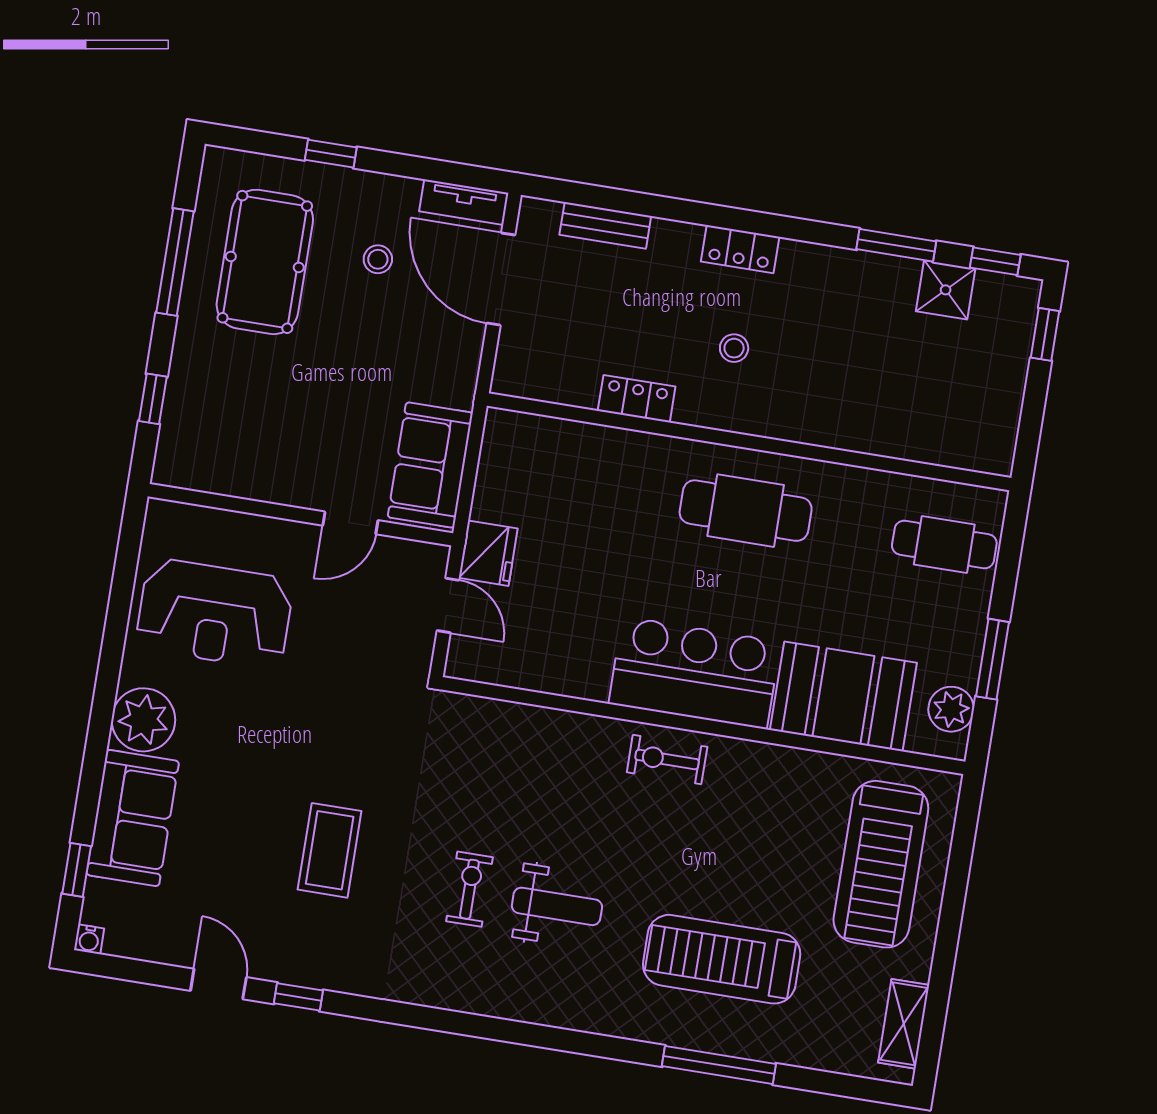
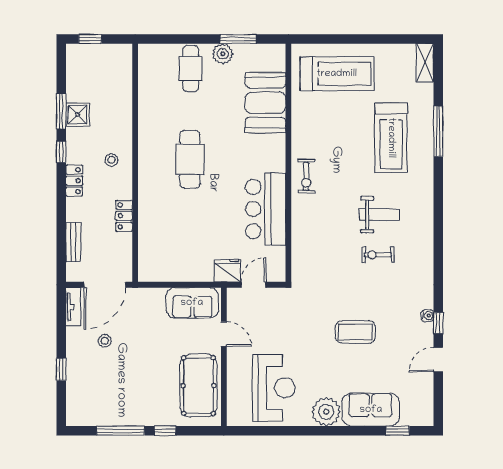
window: (995, 261) -> (61, 152), moved
pool table: (265, 262) -> (198, 386), moved, turned 90
shower: (946, 290) -> (77, 115), moved
stool: (734, 348) -> (111, 160), moved
window: (153, 399) -> (165, 431), moved
locker: (637, 399) -> (124, 216), moved
wall: (749, 442) -> (135, 163), moved
bar counter: (695, 673) -> (266, 209), moved
plant: (951, 709) -> (223, 54), moved
coffee table: (330, 850) -> (355, 332), moved
weight bench: (557, 906) -> (379, 215), turned 90
water cooler: (89, 939) -> (428, 316), moved
shelving: (904, 1024) -> (425, 63), moved, turned 90

